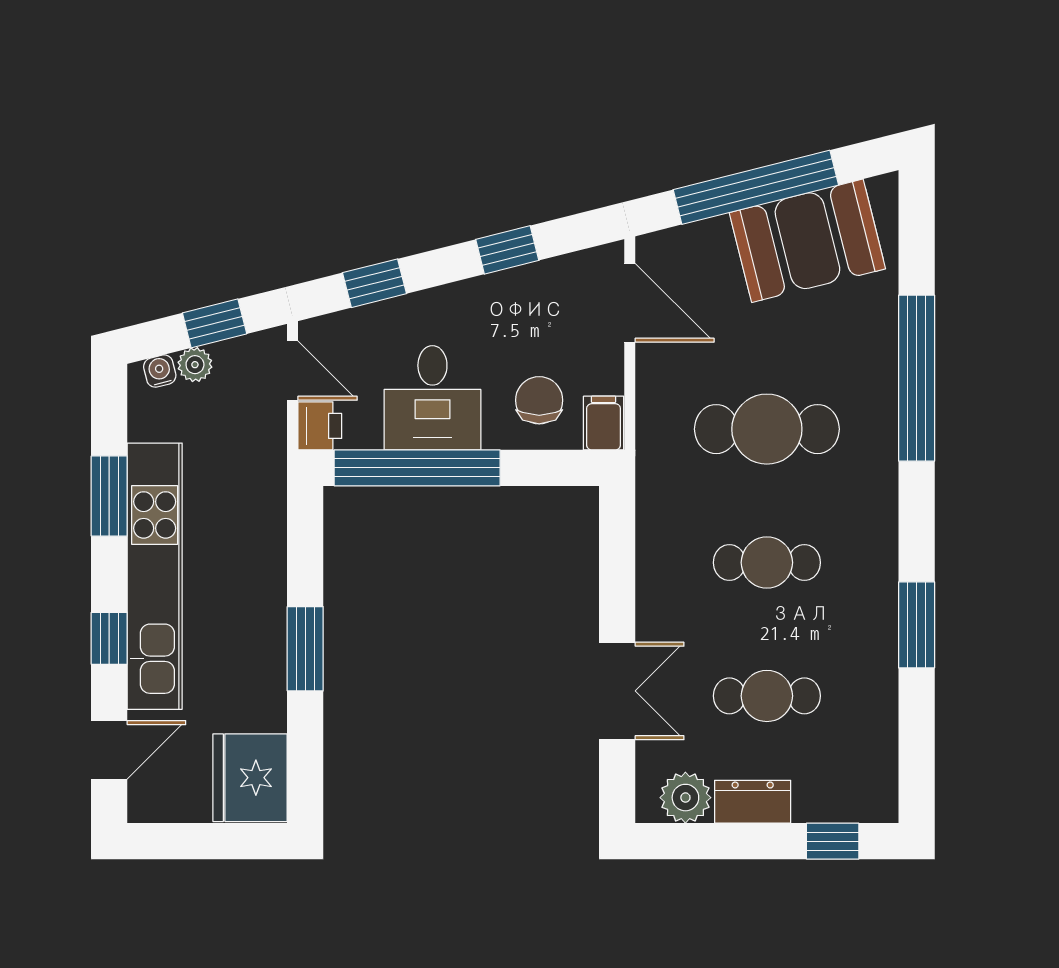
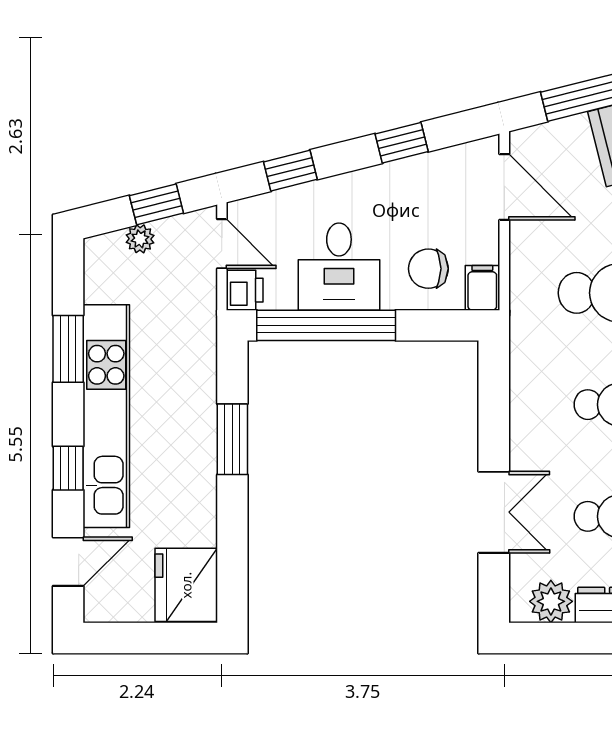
water cooler: (160, 371) -> (111, 244), removed
chair: (539, 400) -> (428, 269), turned -90
window: (305, 649) -> (232, 439), moved

